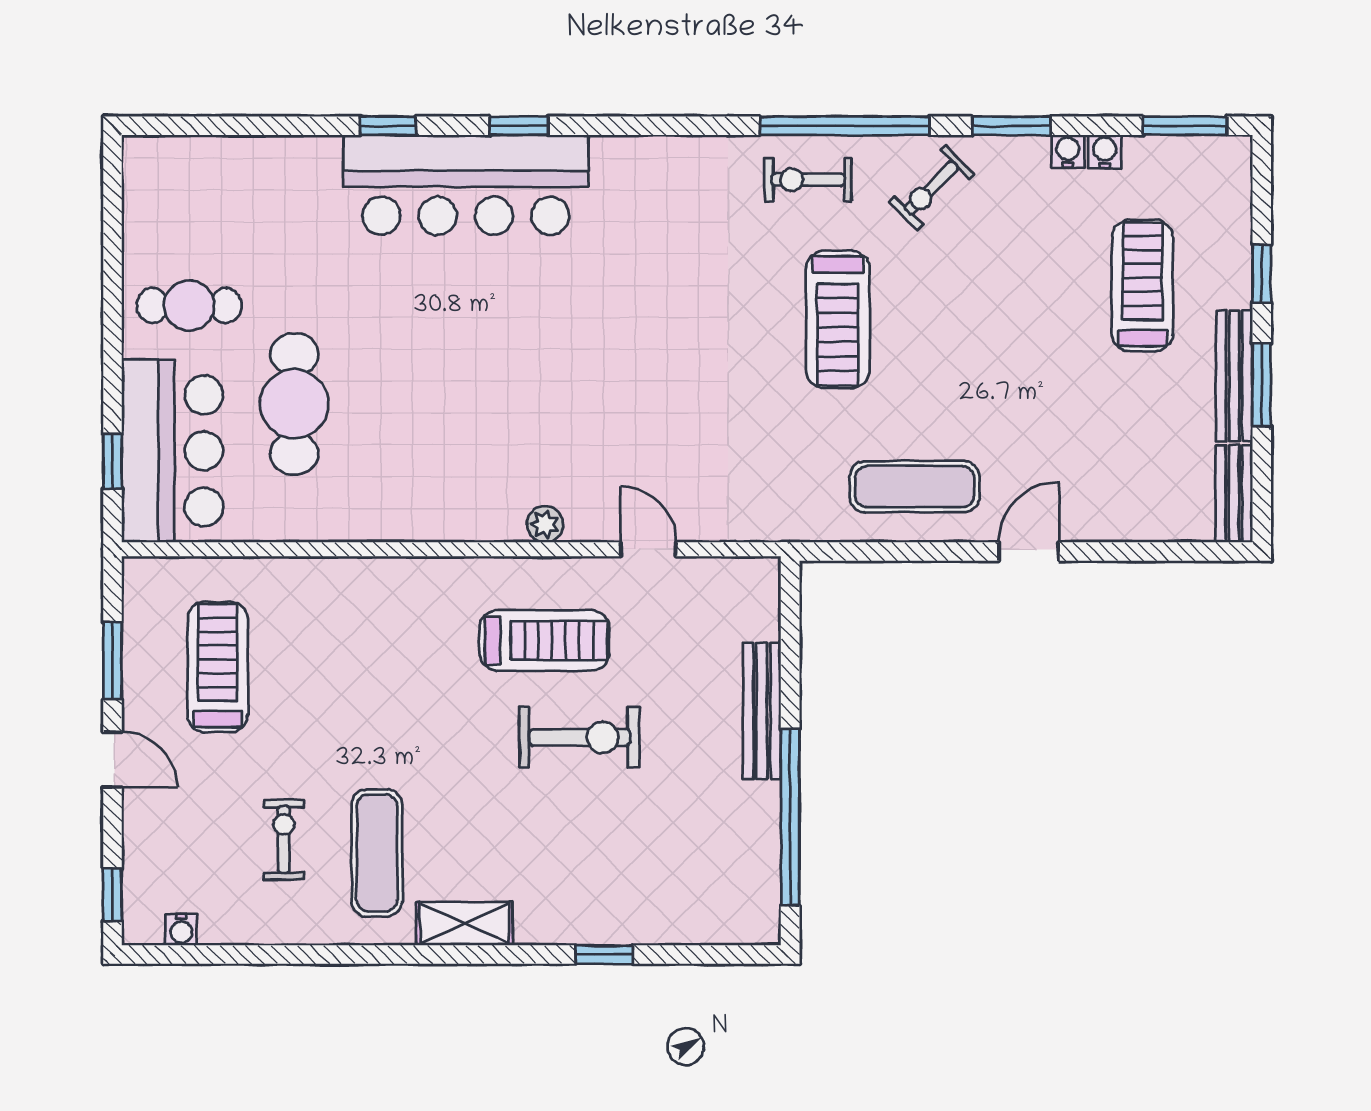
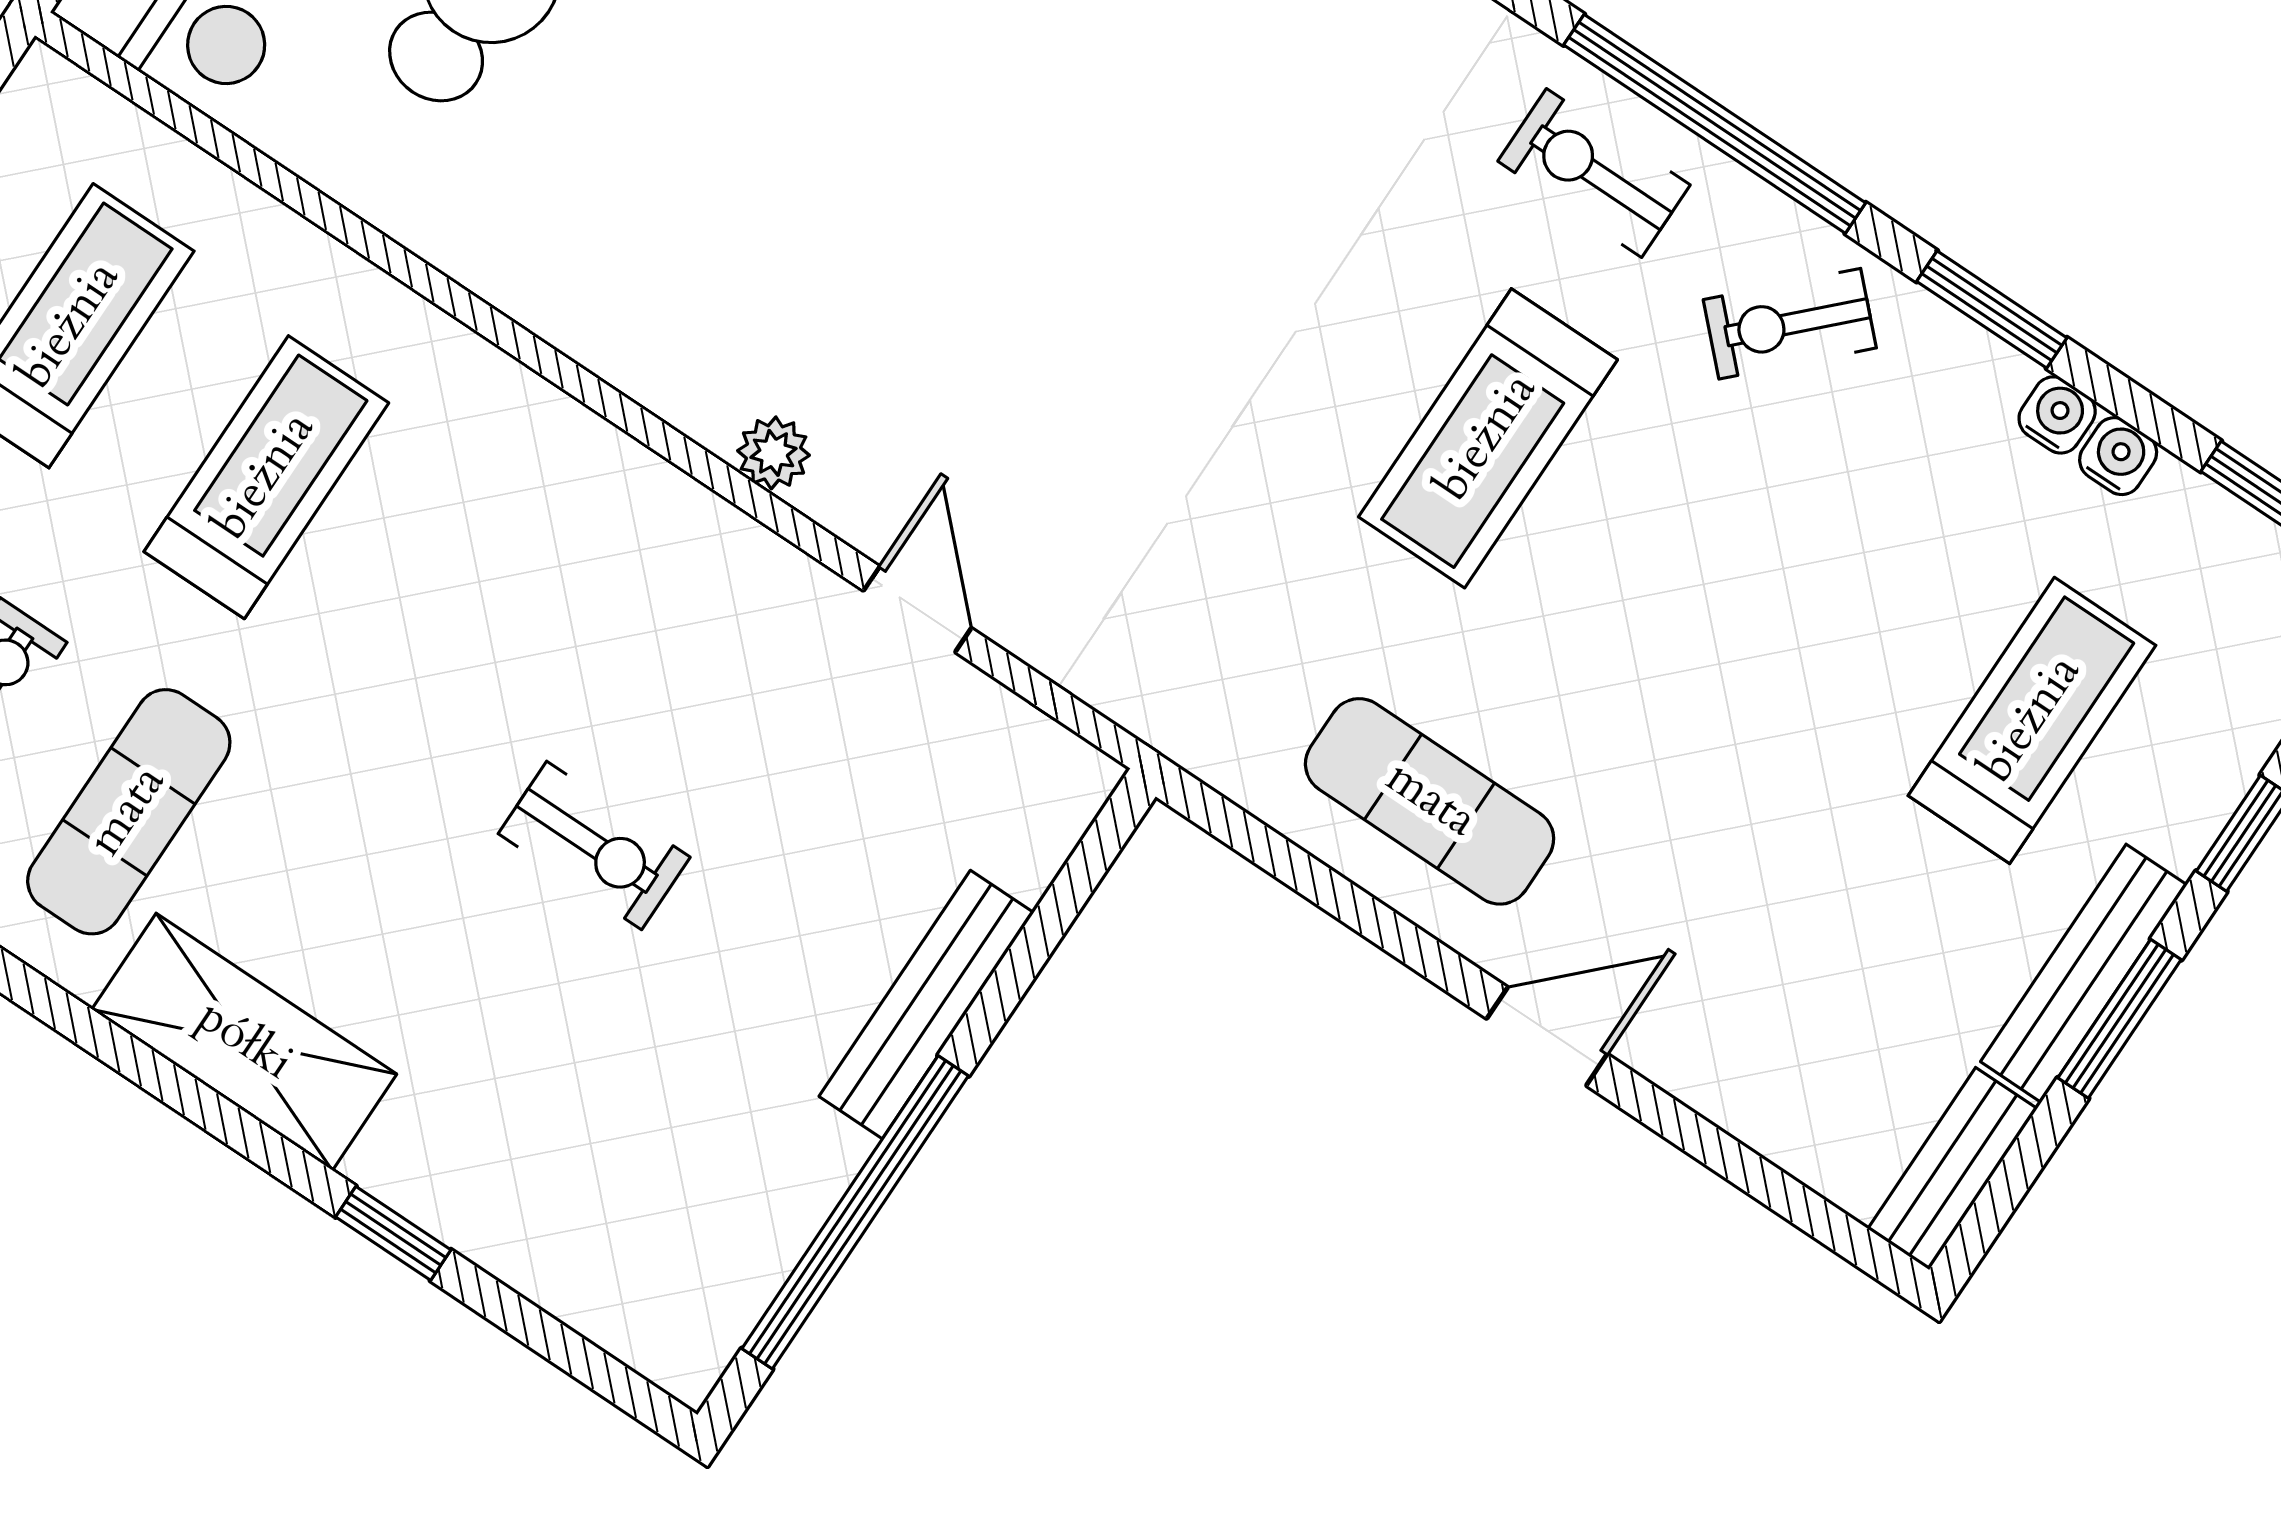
treadmill: (545, 641) -> (266, 477), moved, turned -90
exercise bike: (580, 737) -> (594, 845), width x0.73, depth x0.72
shelving: (465, 924) -> (244, 1042), width x1.50, depth x1.33

